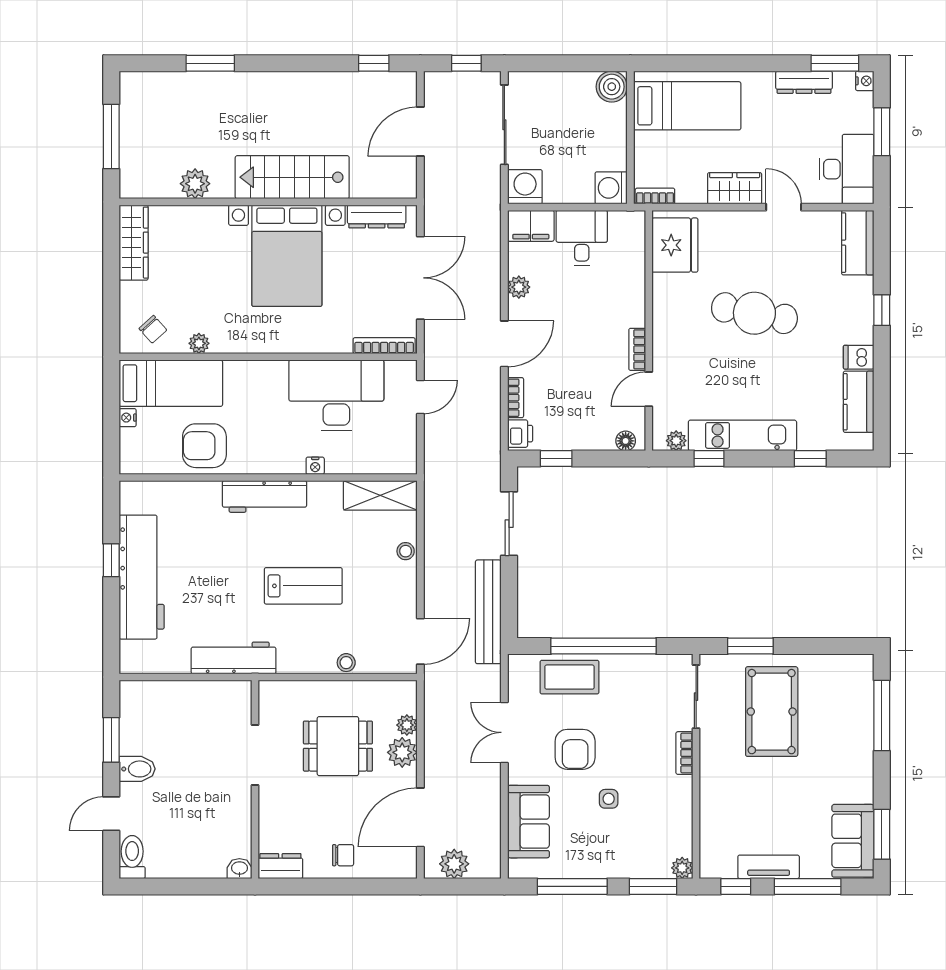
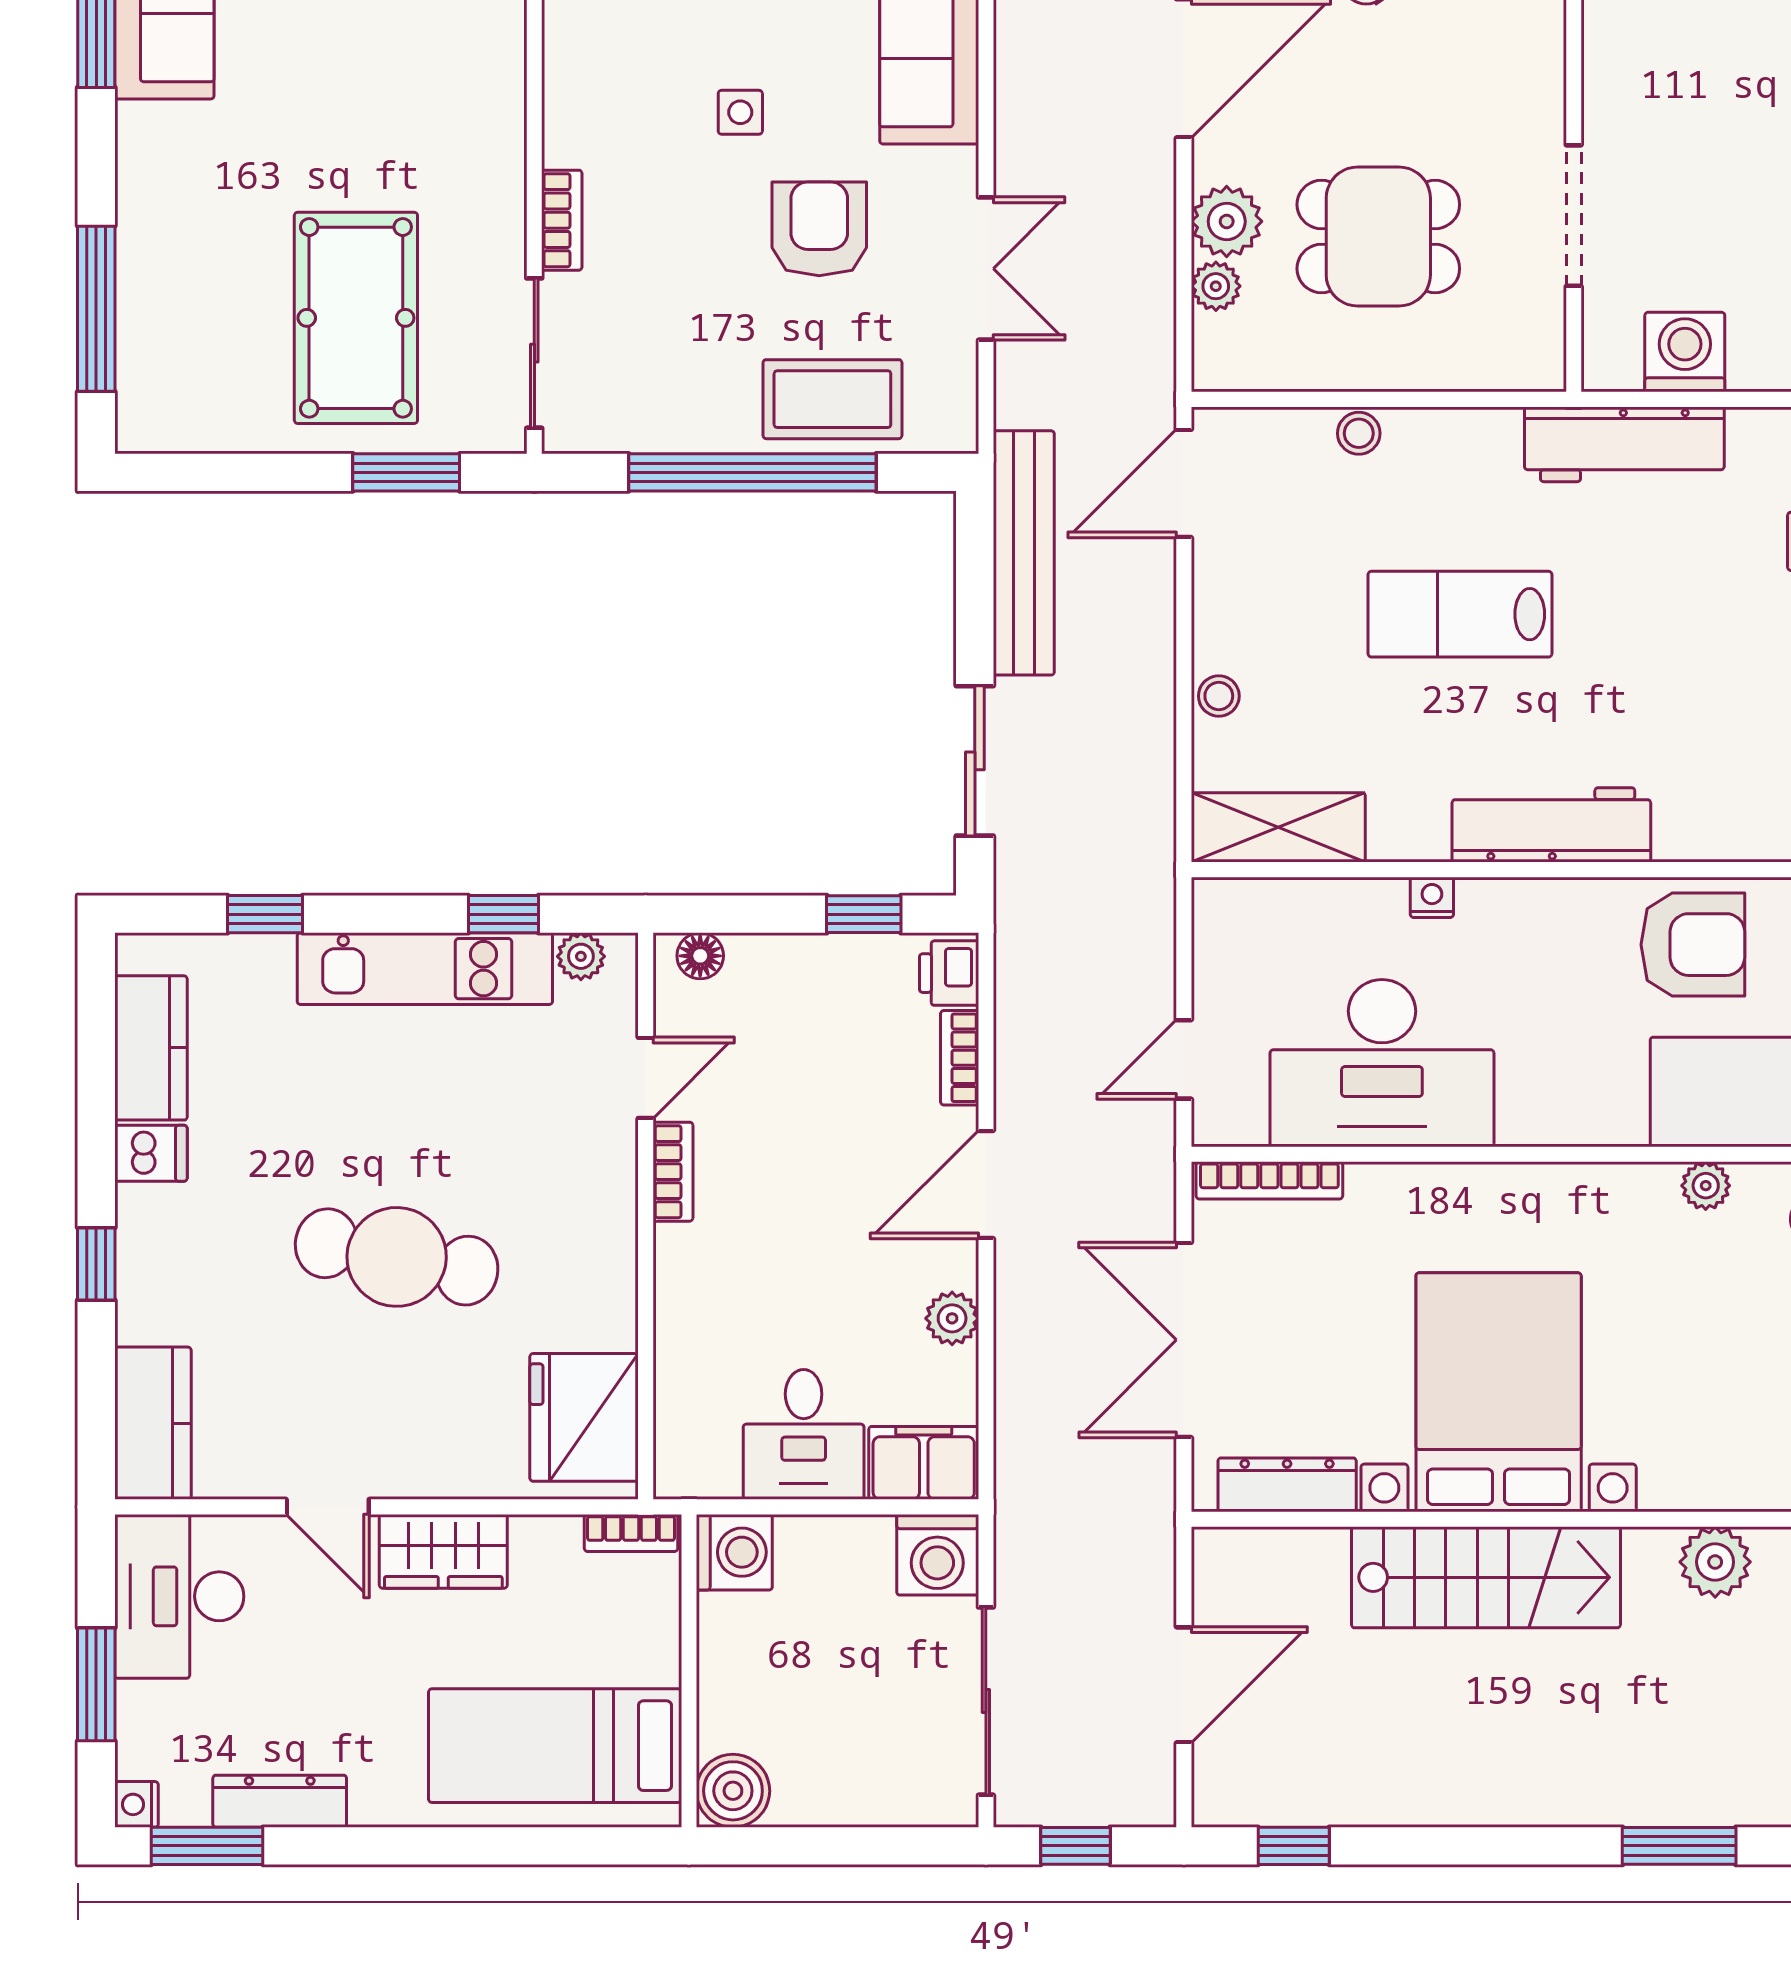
washing machine: (208, 697) -> (1685, 352), added

